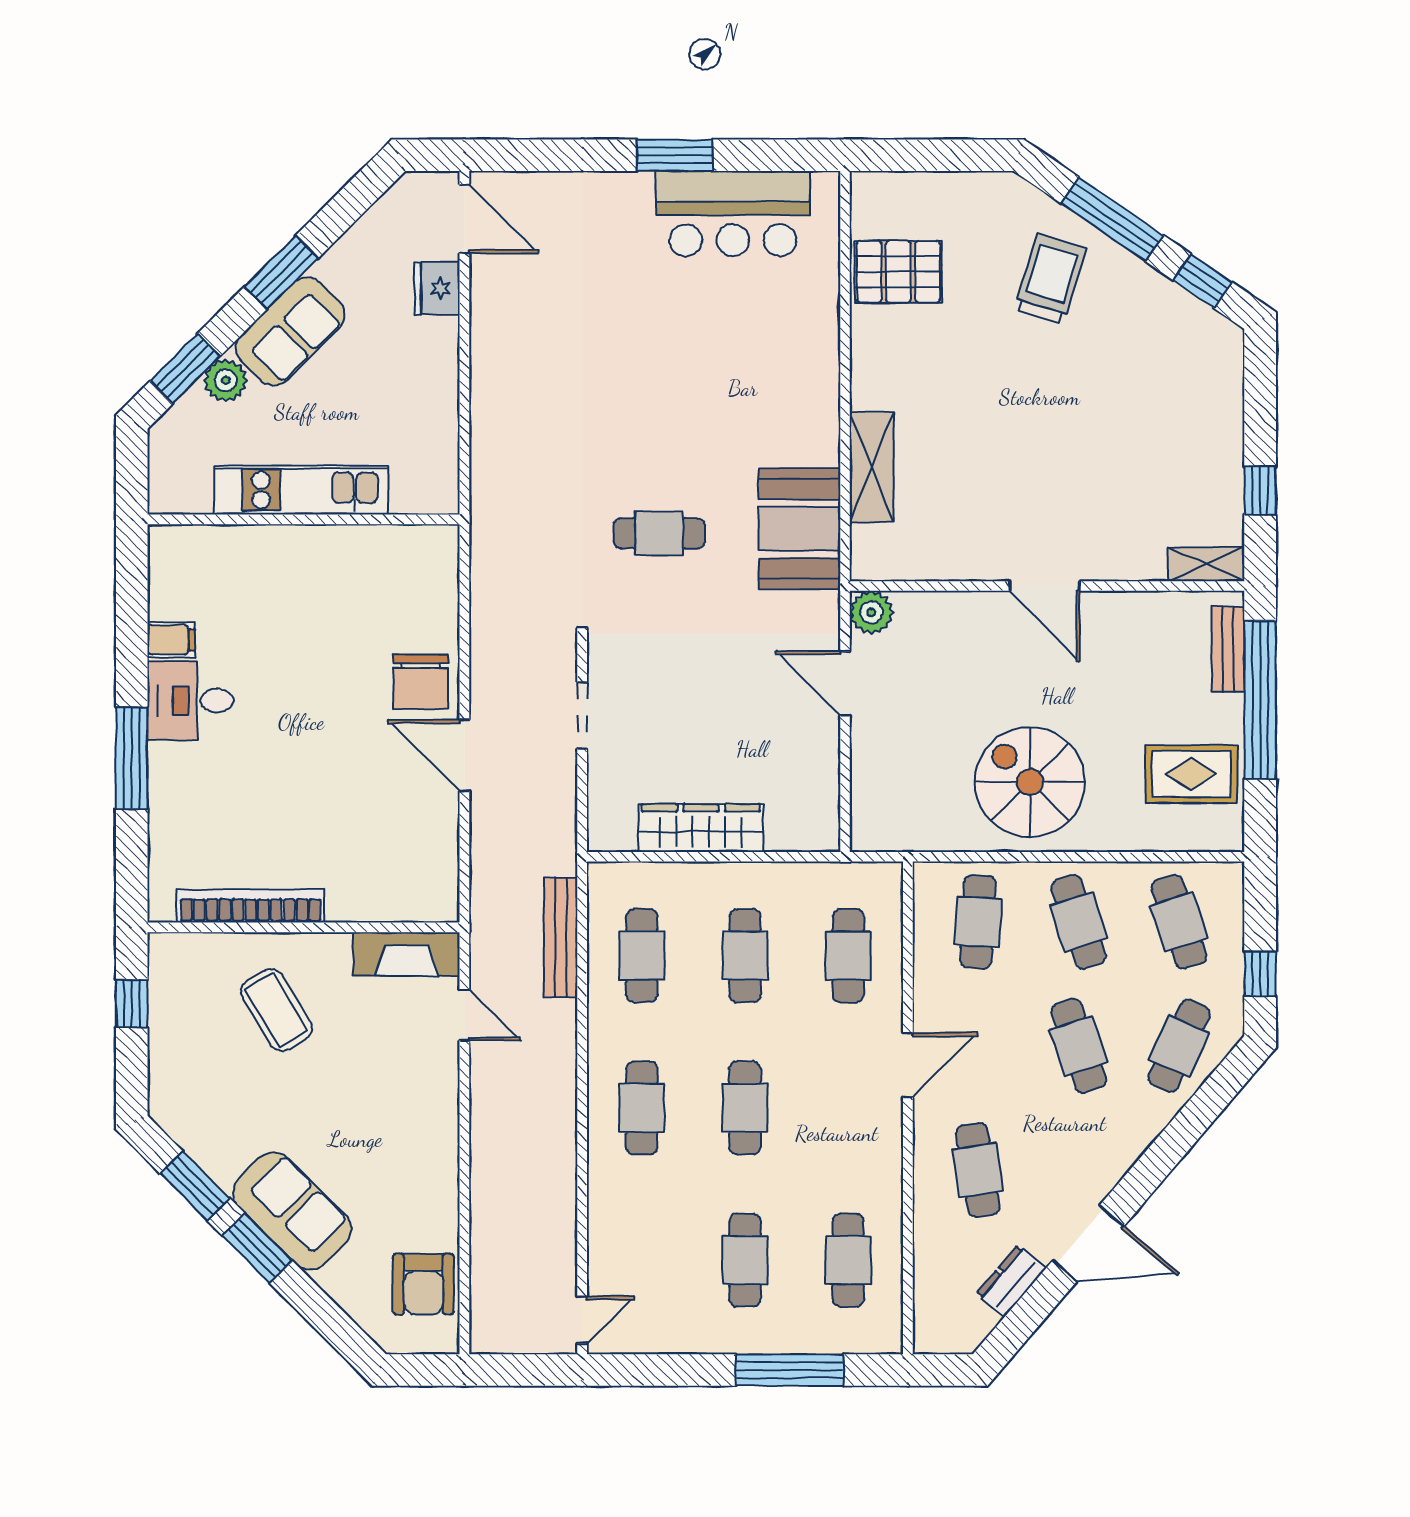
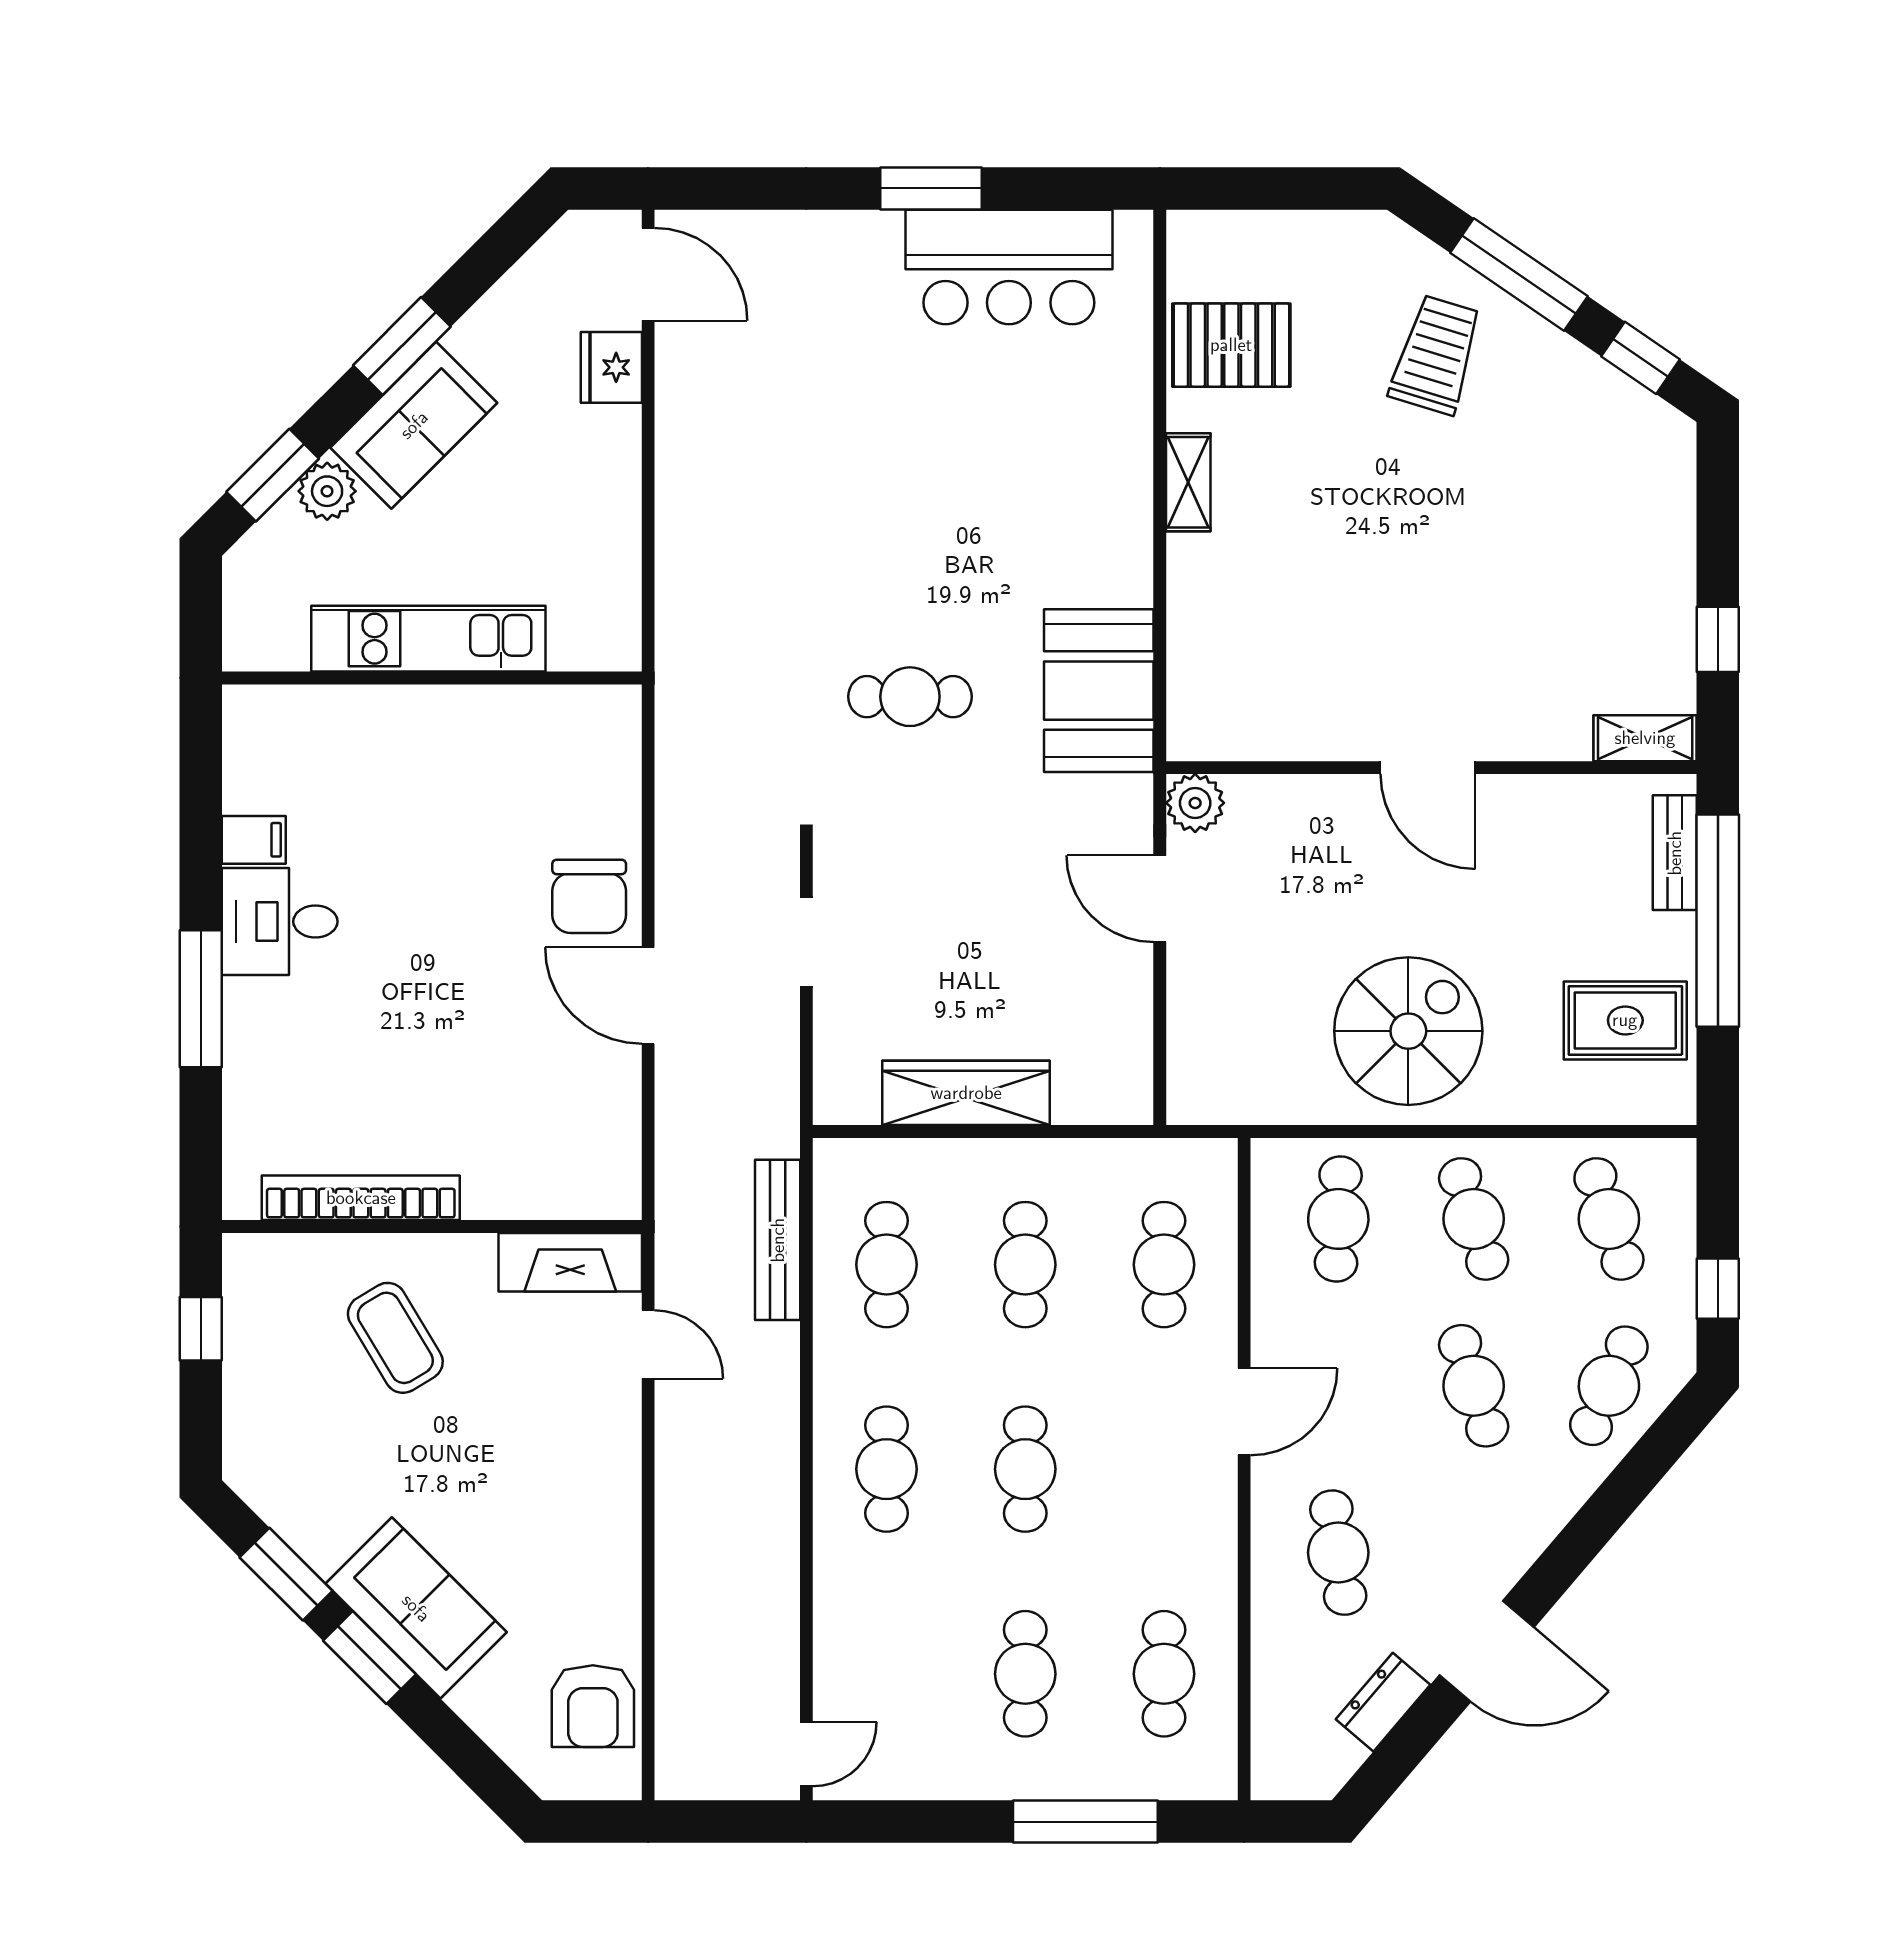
shelving: (872, 467) -> (1188, 482), moved, width x0.67, depth x0.75
spiral stairs: (1030, 782) -> (1408, 1031), turned 90

